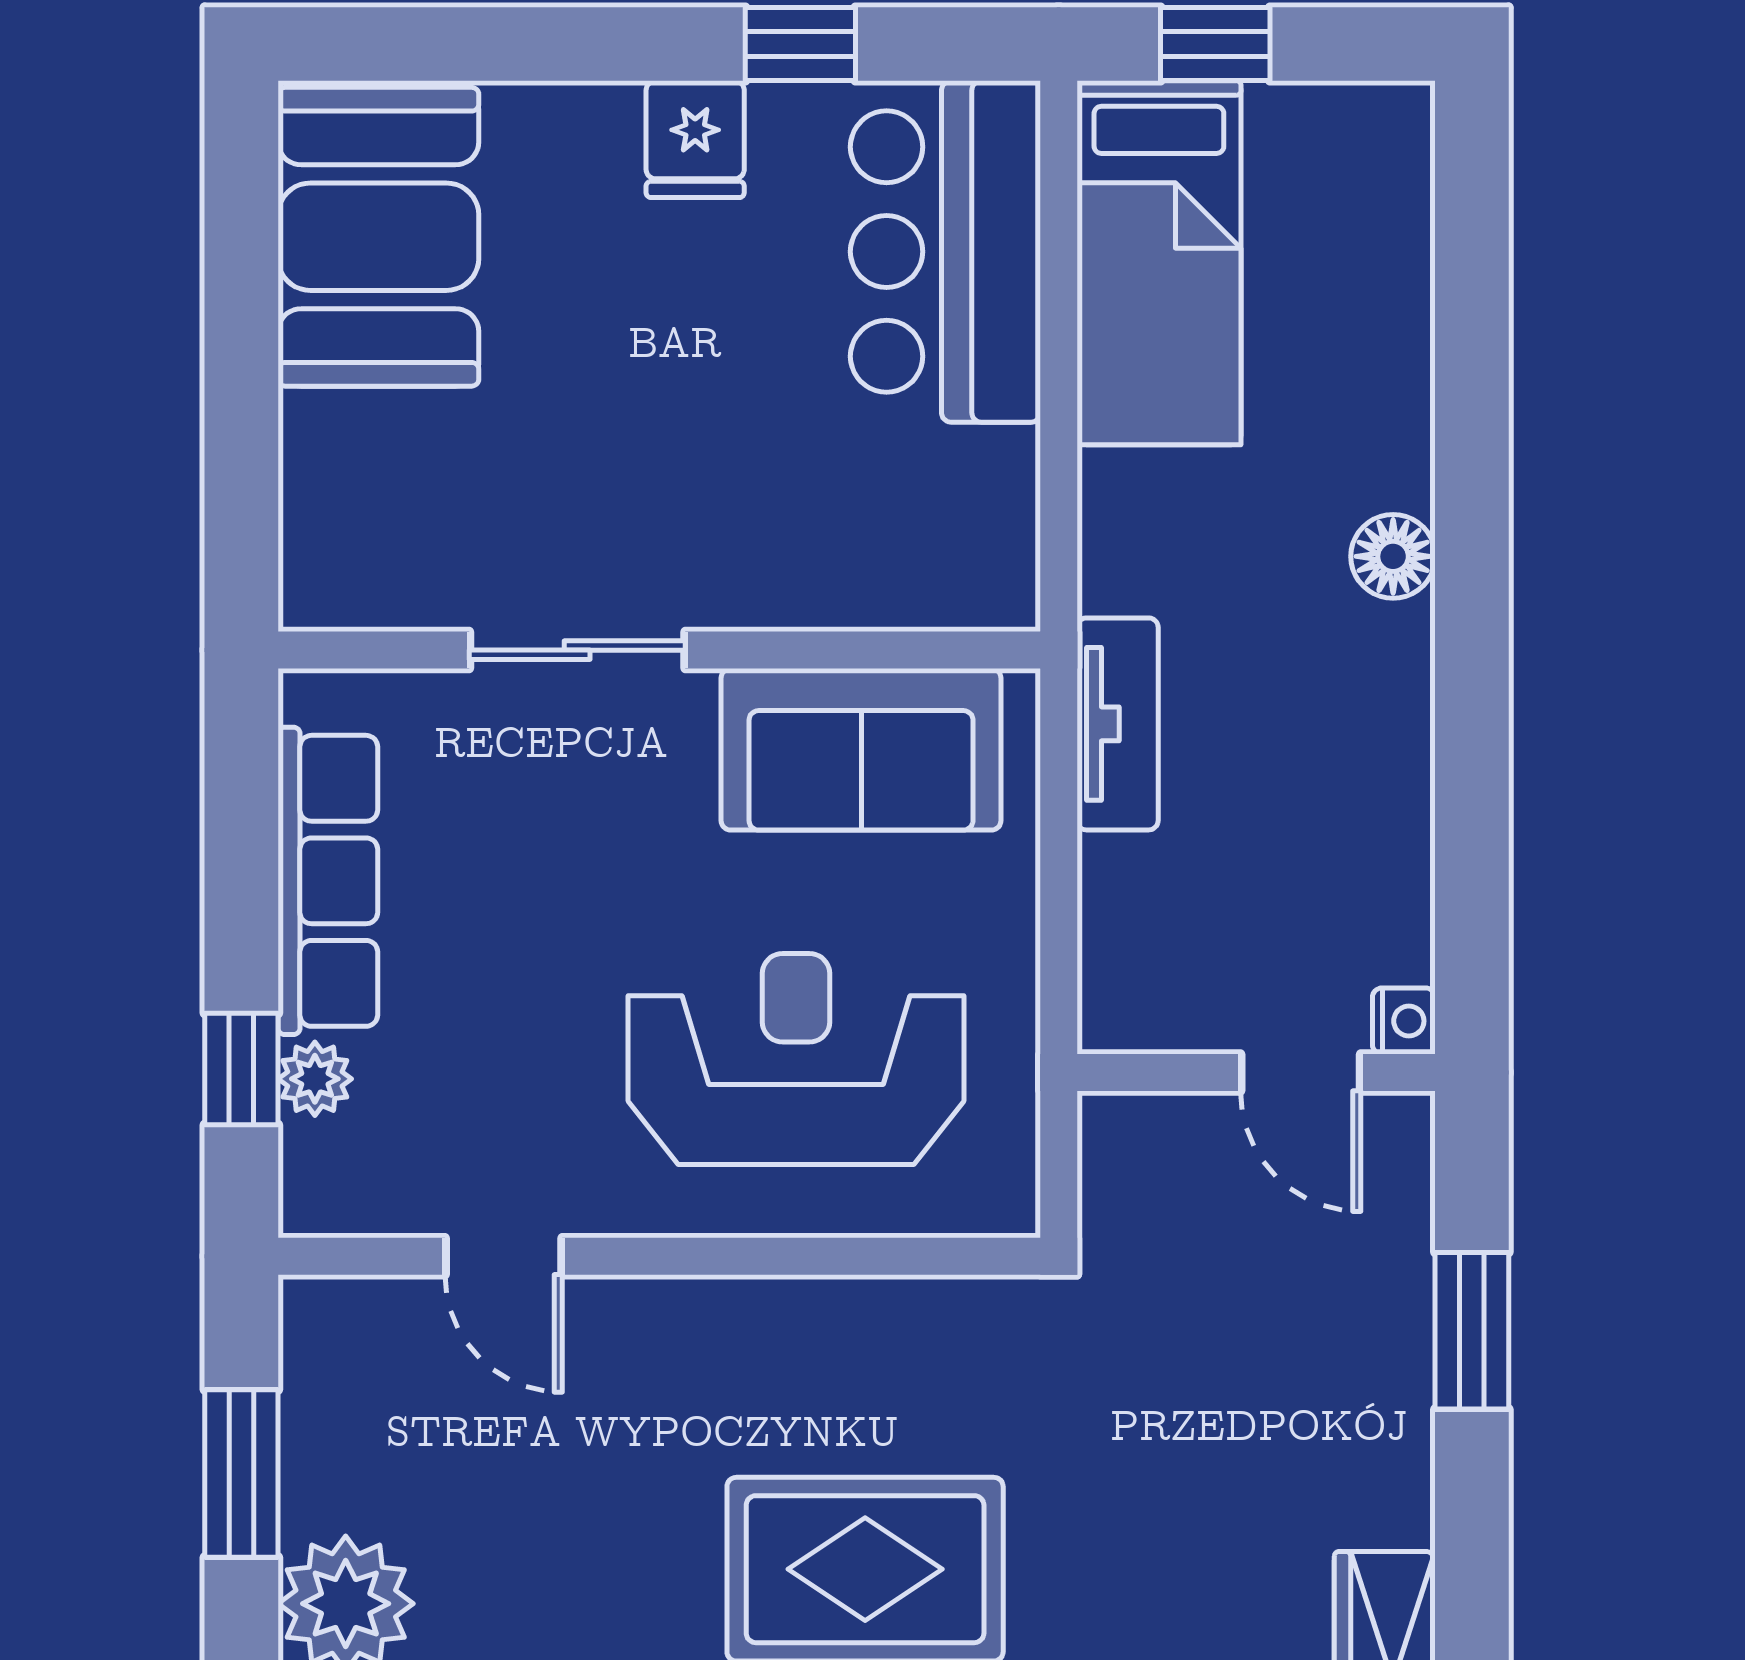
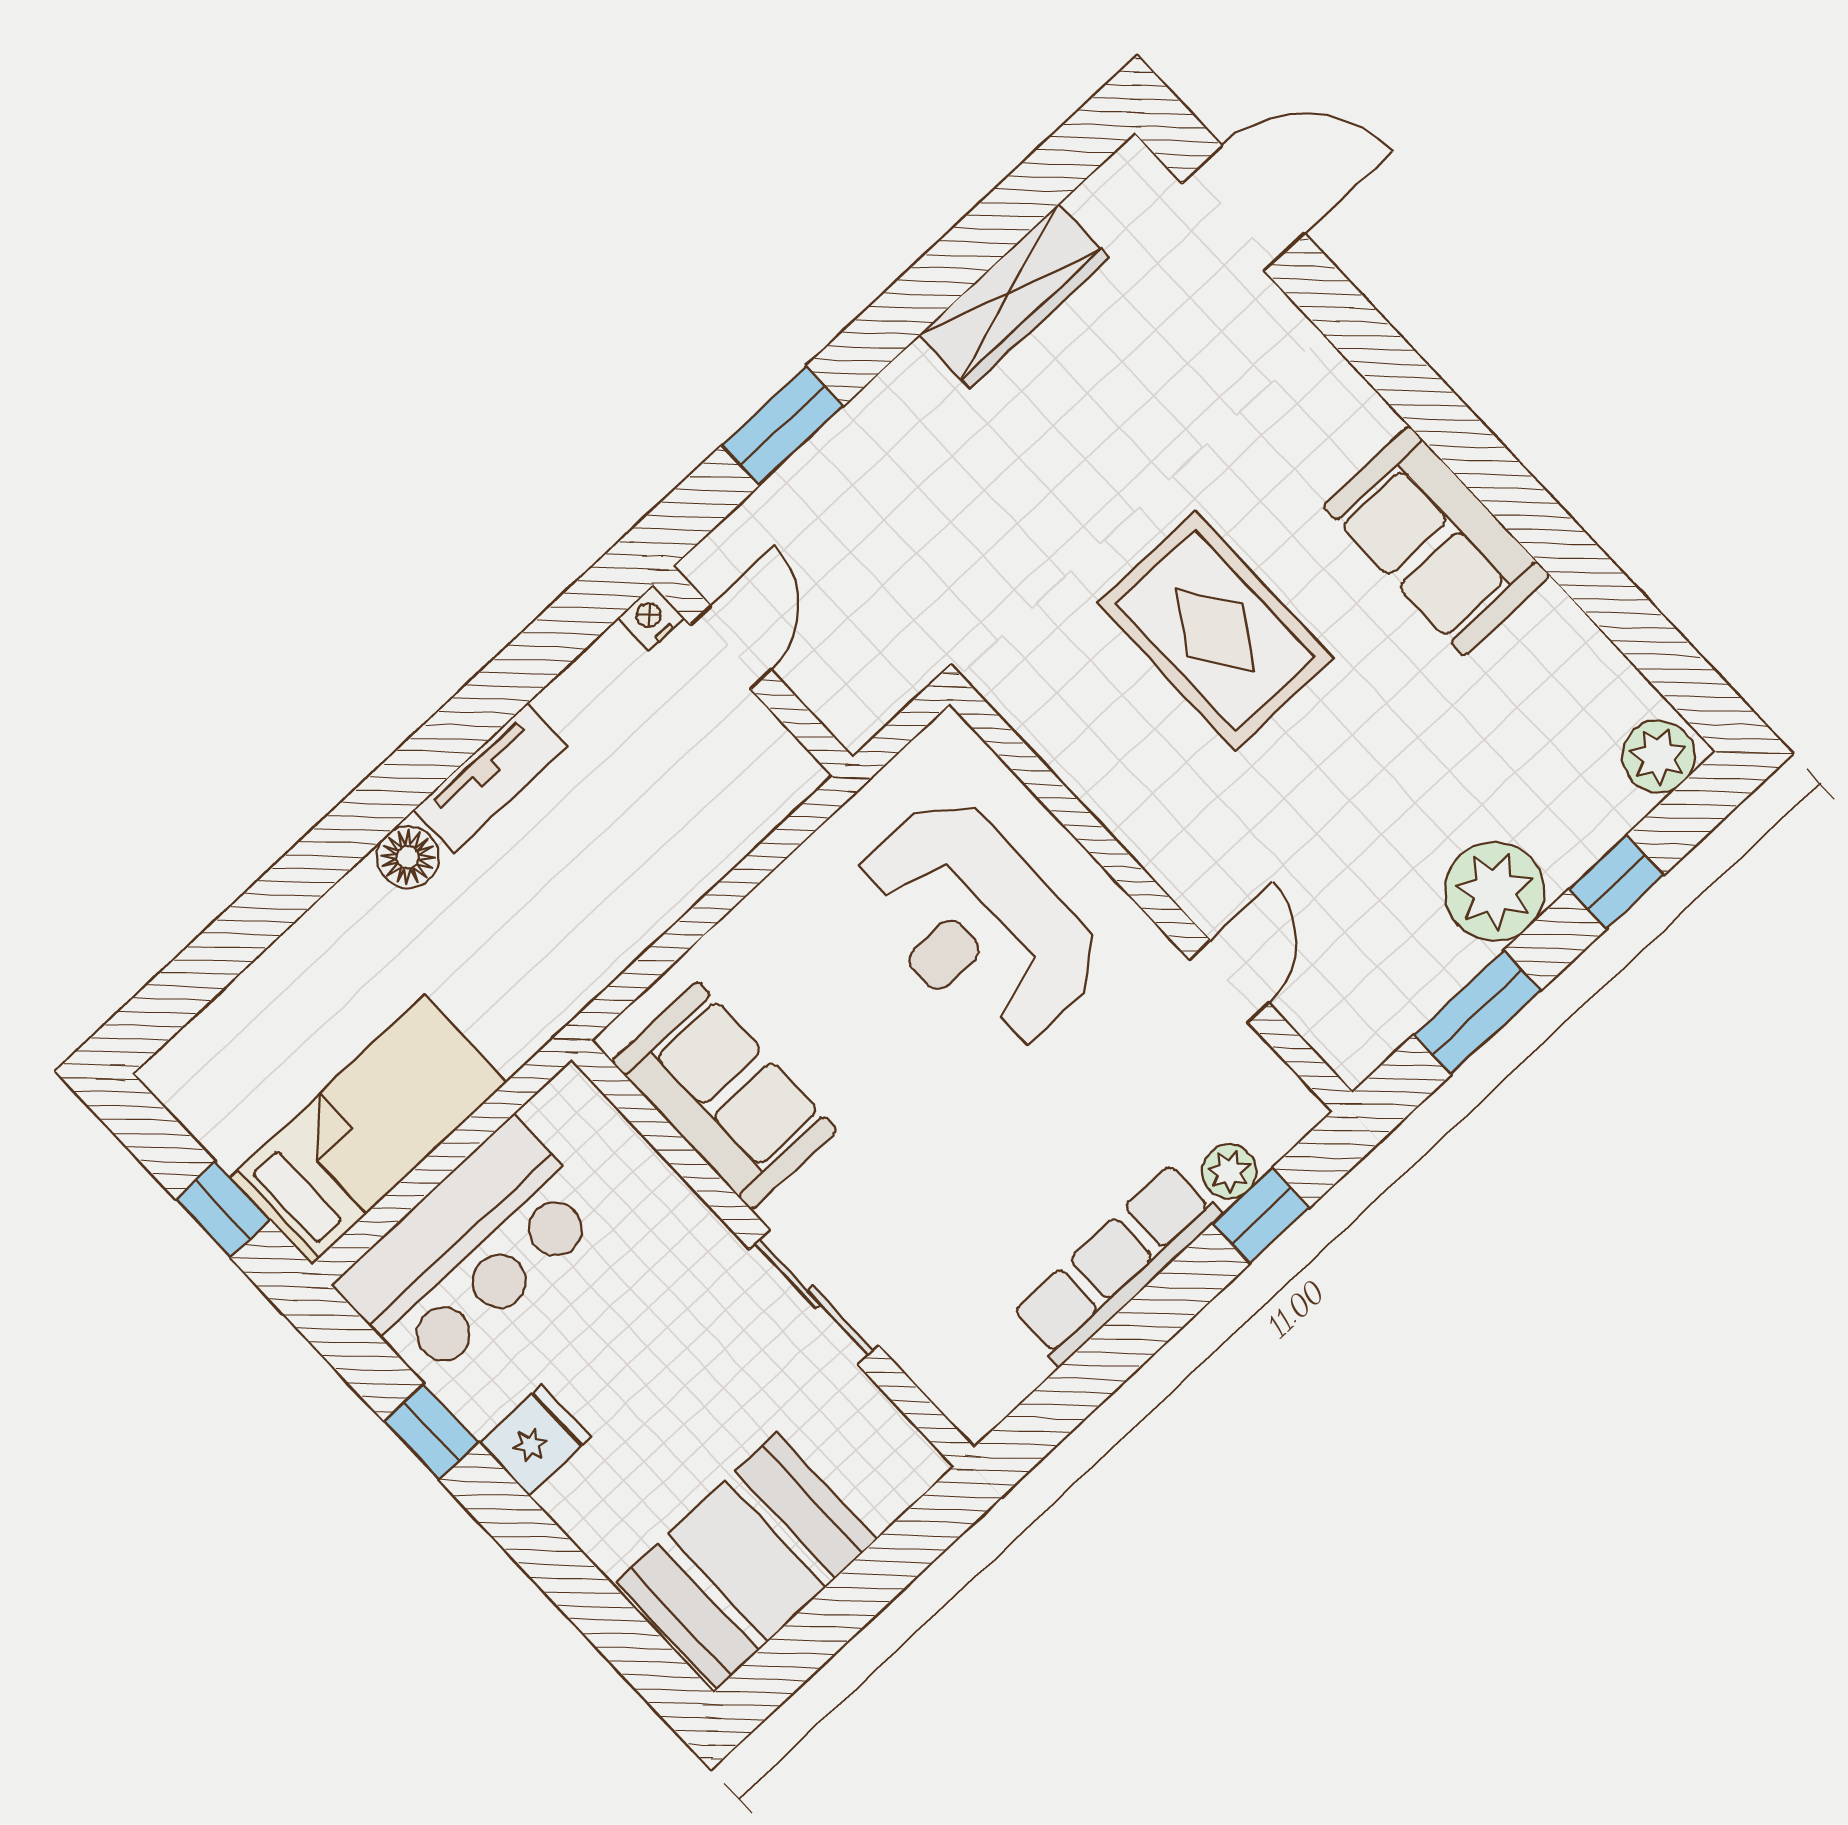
sliding door: (577, 650) -> (814, 1297), moved
wall: (659, 650) -> (773, 1253), moved
tv unit: (1118, 724) -> (490, 778), moved, turned 180
sofa: (861, 749) -> (724, 1096), moved

